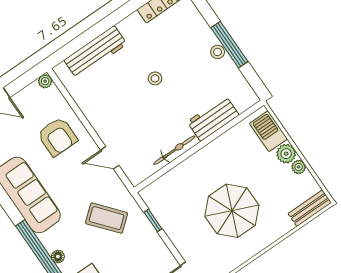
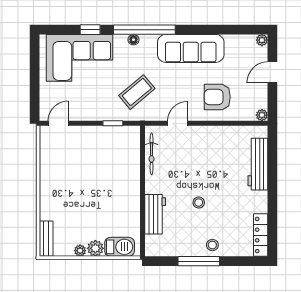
stool: (218, 52) -> (212, 245), moved
stool: (155, 78) -> (199, 203), moved
bicycle: (174, 150) -> (152, 154), moved
parasol: (232, 211) -> (82, 183), removed

